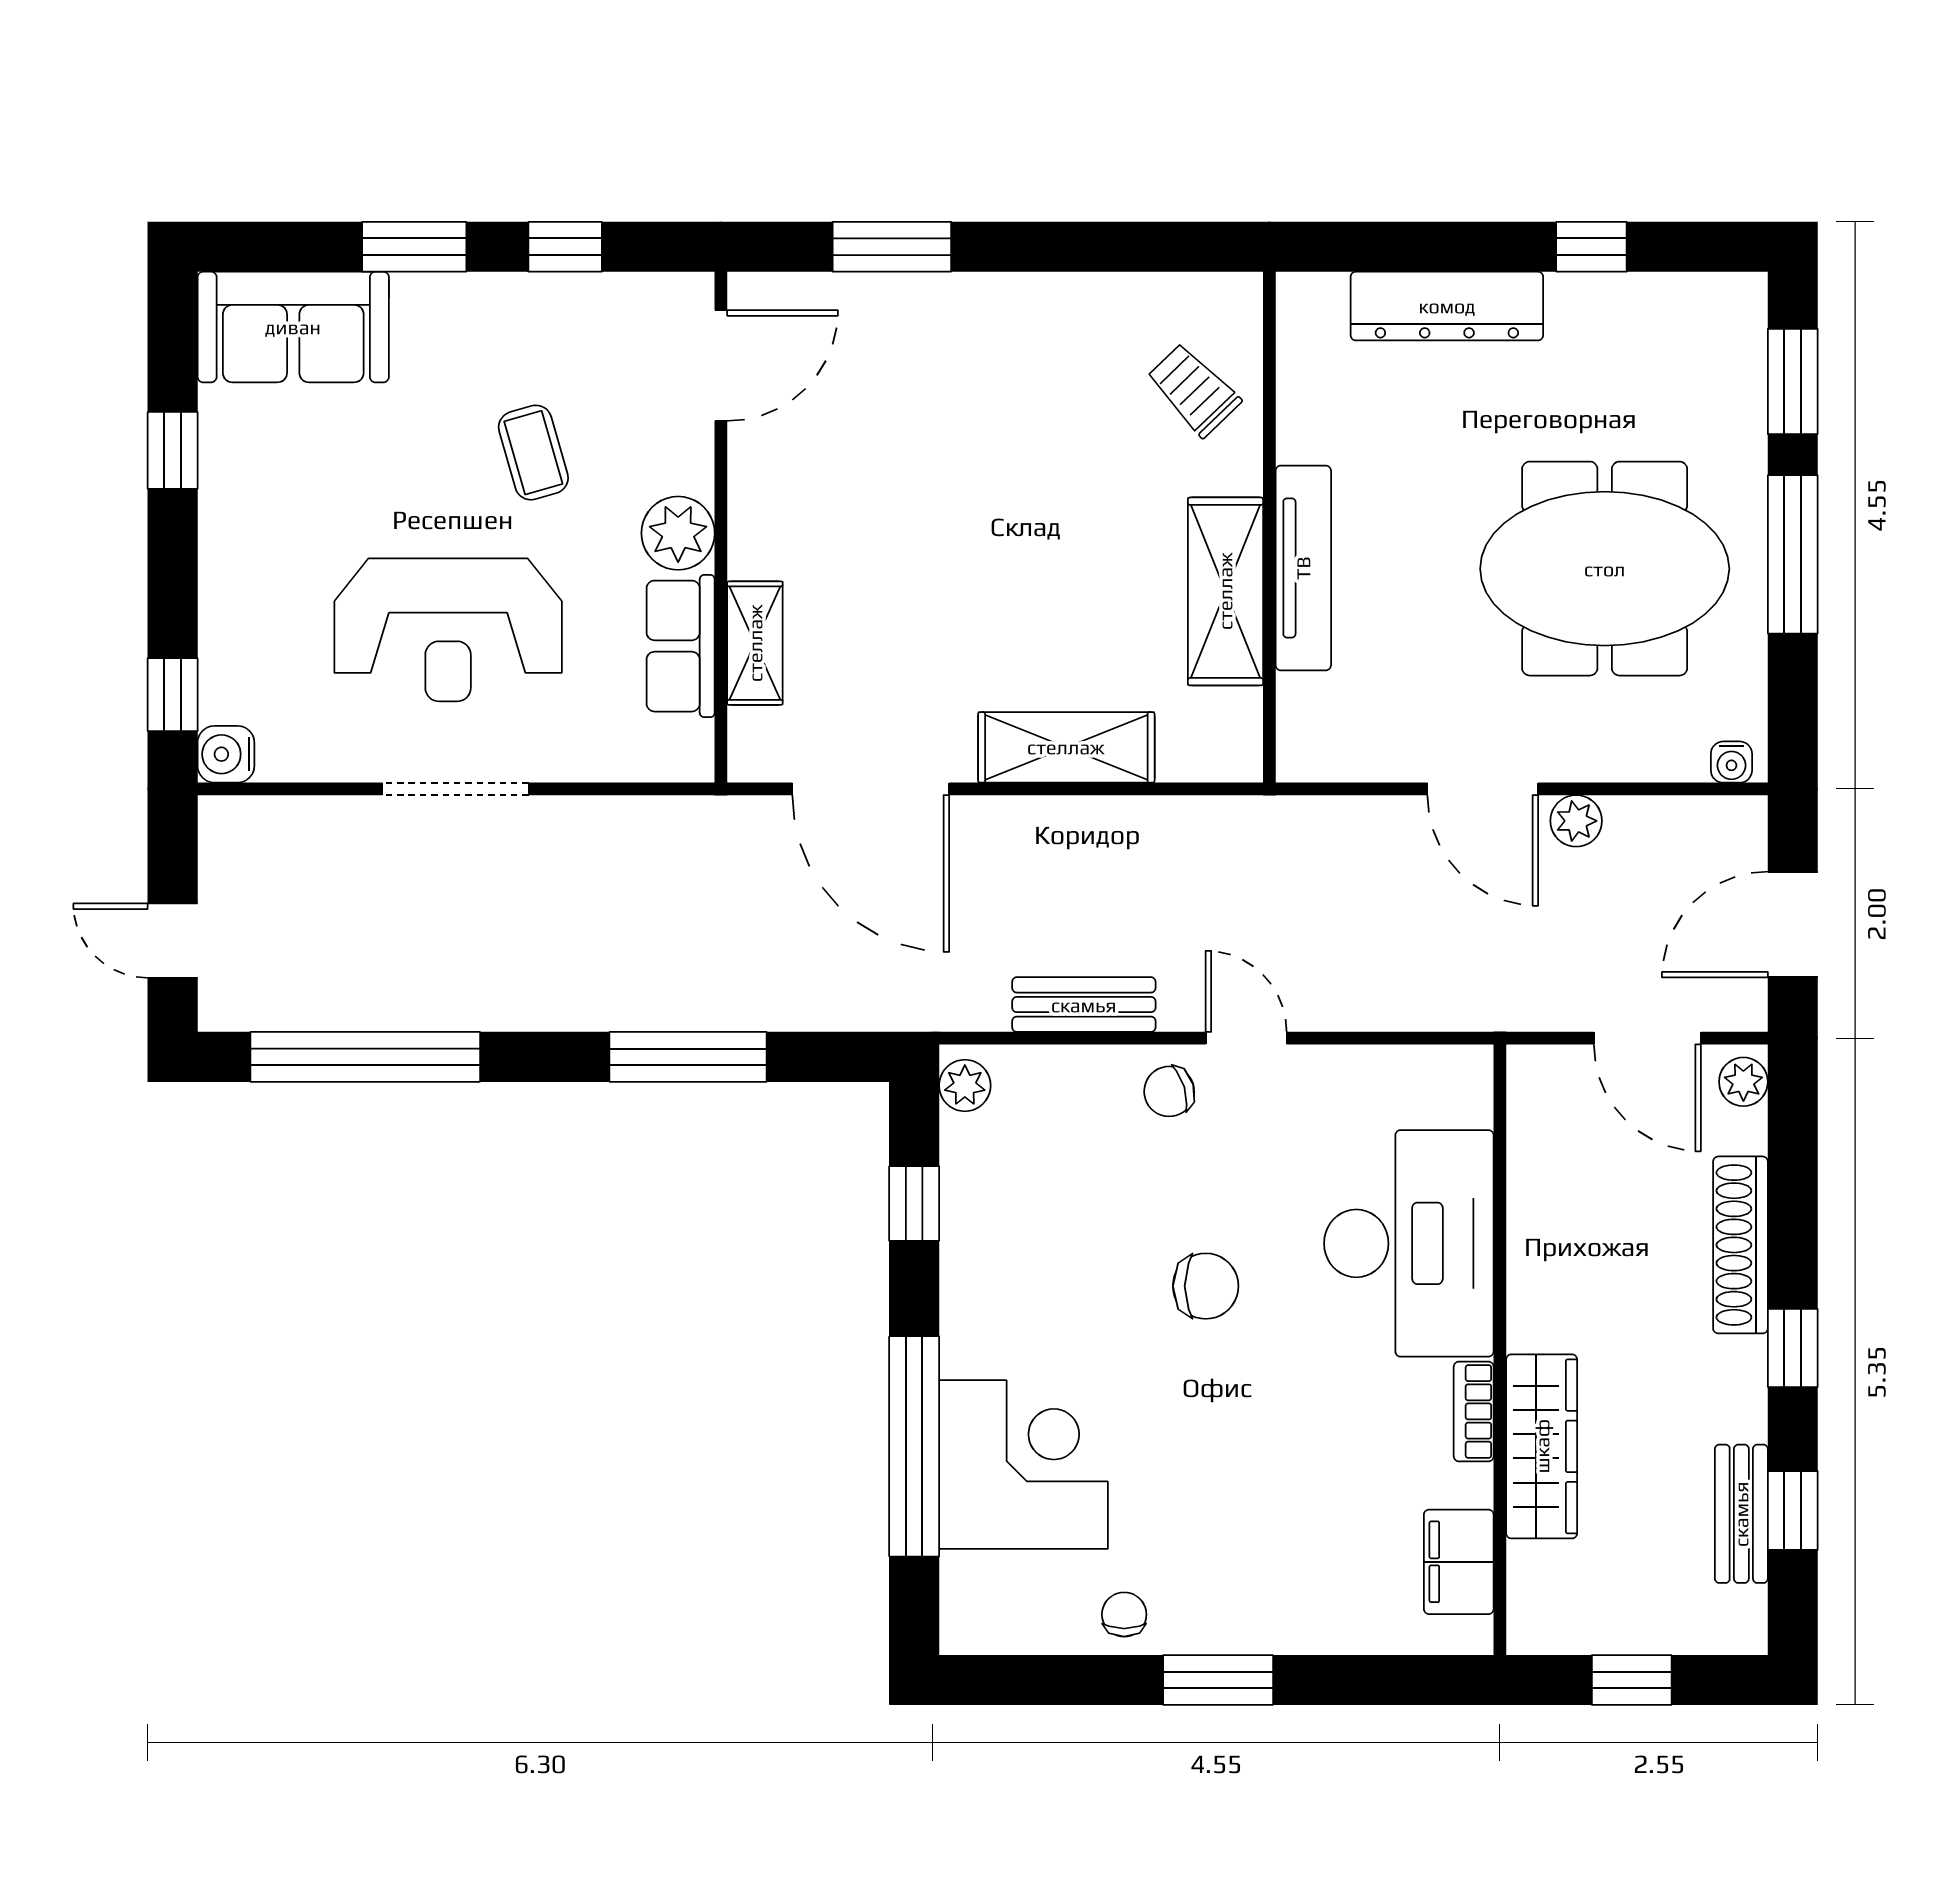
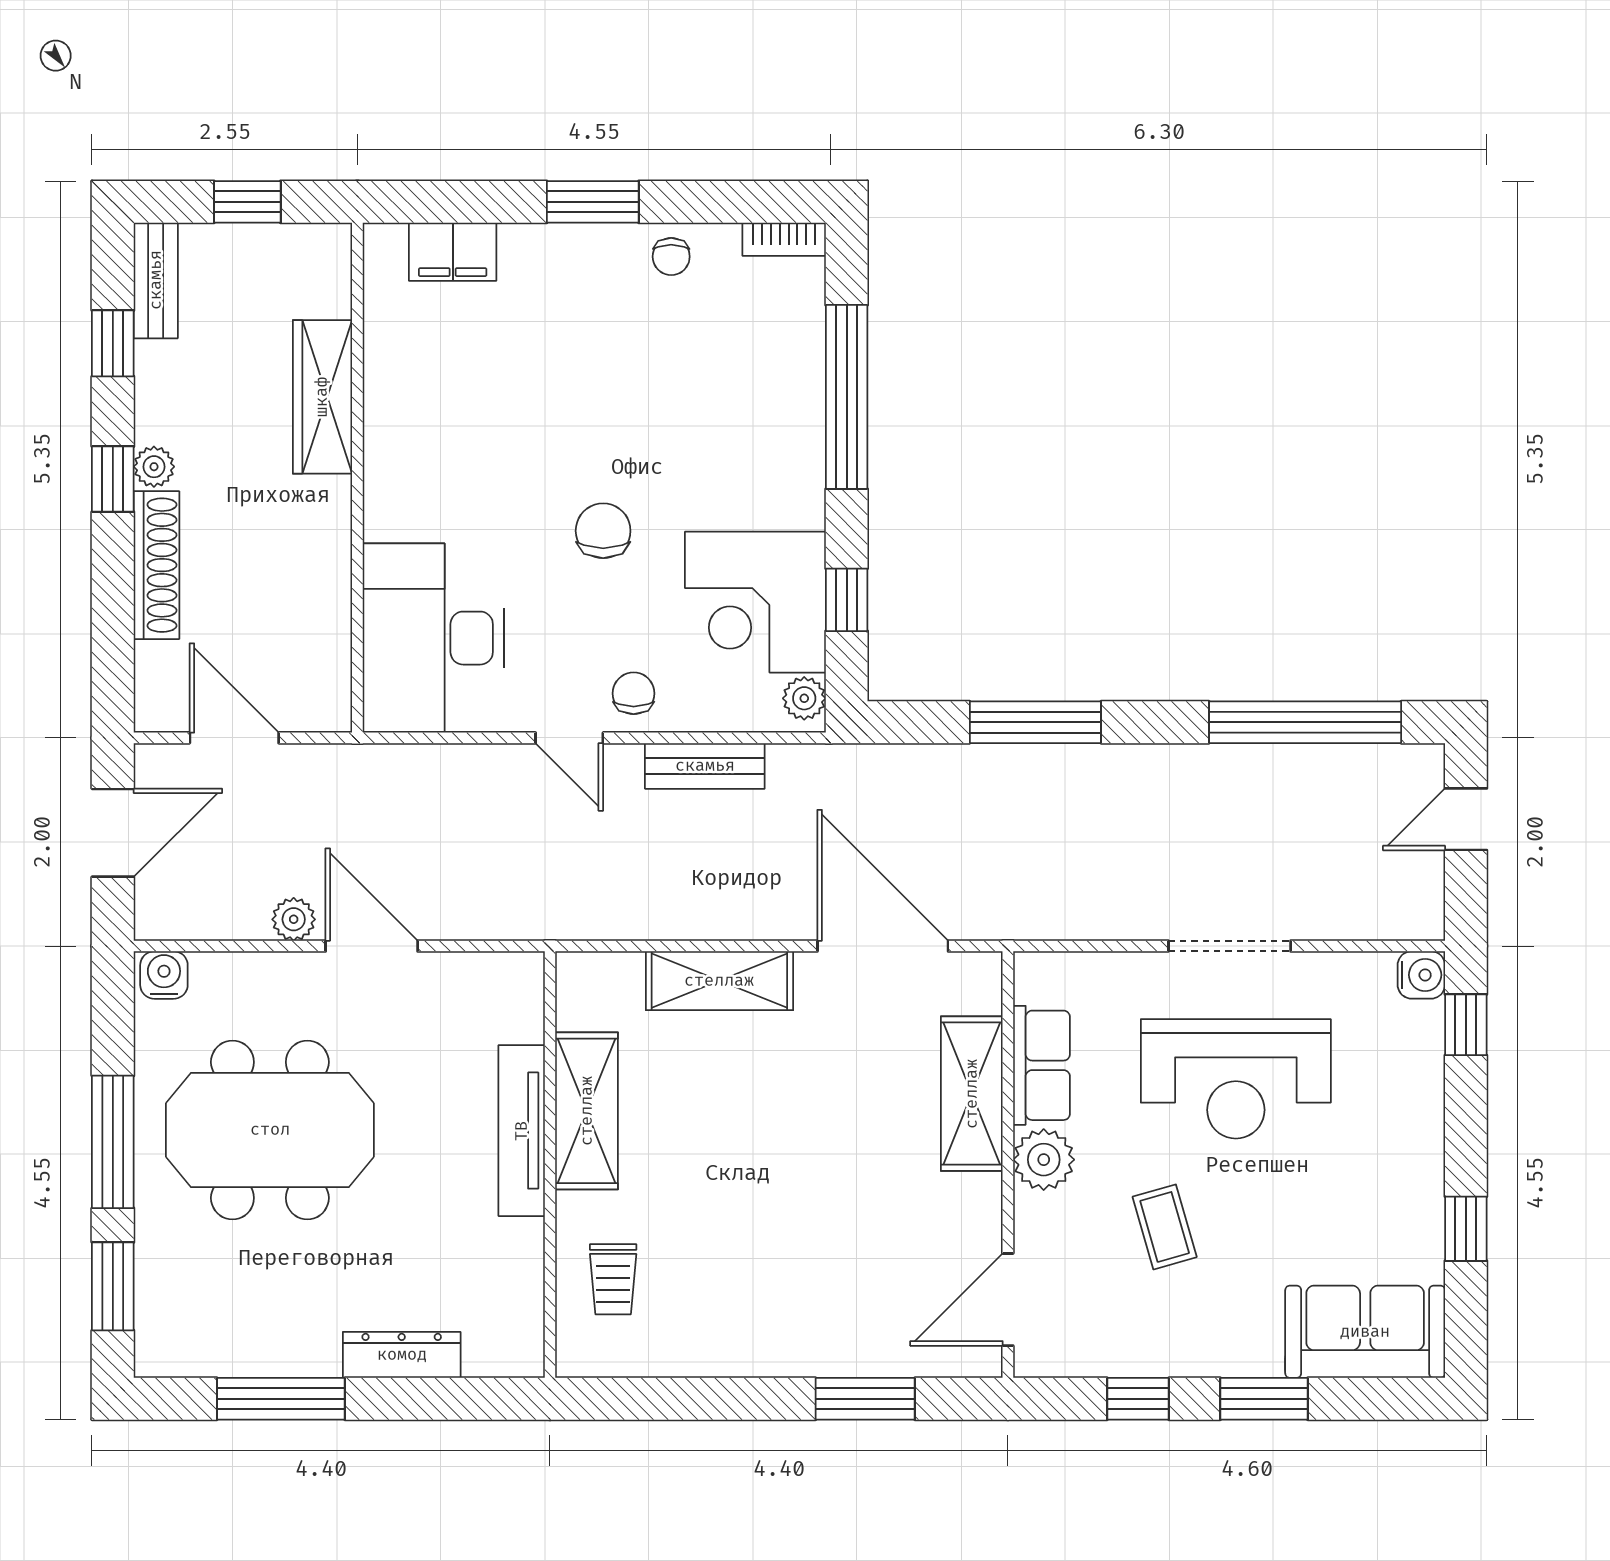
window: (1591, 247) -> (281, 1399), width x2.17
dresser: (1447, 306) -> (402, 1355), width x0.73, depth x0.80
trolley: (1194, 390) -> (613, 1279), turned 44
reception desk: (448, 630) -> (1236, 1079), turned 180
shelving: (755, 643) -> (972, 1094), width x1.50, depth x1.33
water cooler: (1731, 762) -> (164, 975), width x1.38, depth x1.38
door: (173, 941) -> (1466, 819), swing flipped
plant: (1743, 1082) -> (154, 467), moved
chair: (1169, 1091) -> (634, 693), turned -73
desk: (1409, 1243) -> (433, 638), moved
chair: (1206, 1286) -> (603, 531), turned 90
bookcase: (1474, 1411) -> (784, 239), moved, turned 90
corner desk: (1023, 1465) -> (755, 602), moved
bench: (1741, 1514) -> (156, 280), moved
filing cabinet: (1459, 1562) -> (453, 252), moved, turned 90

